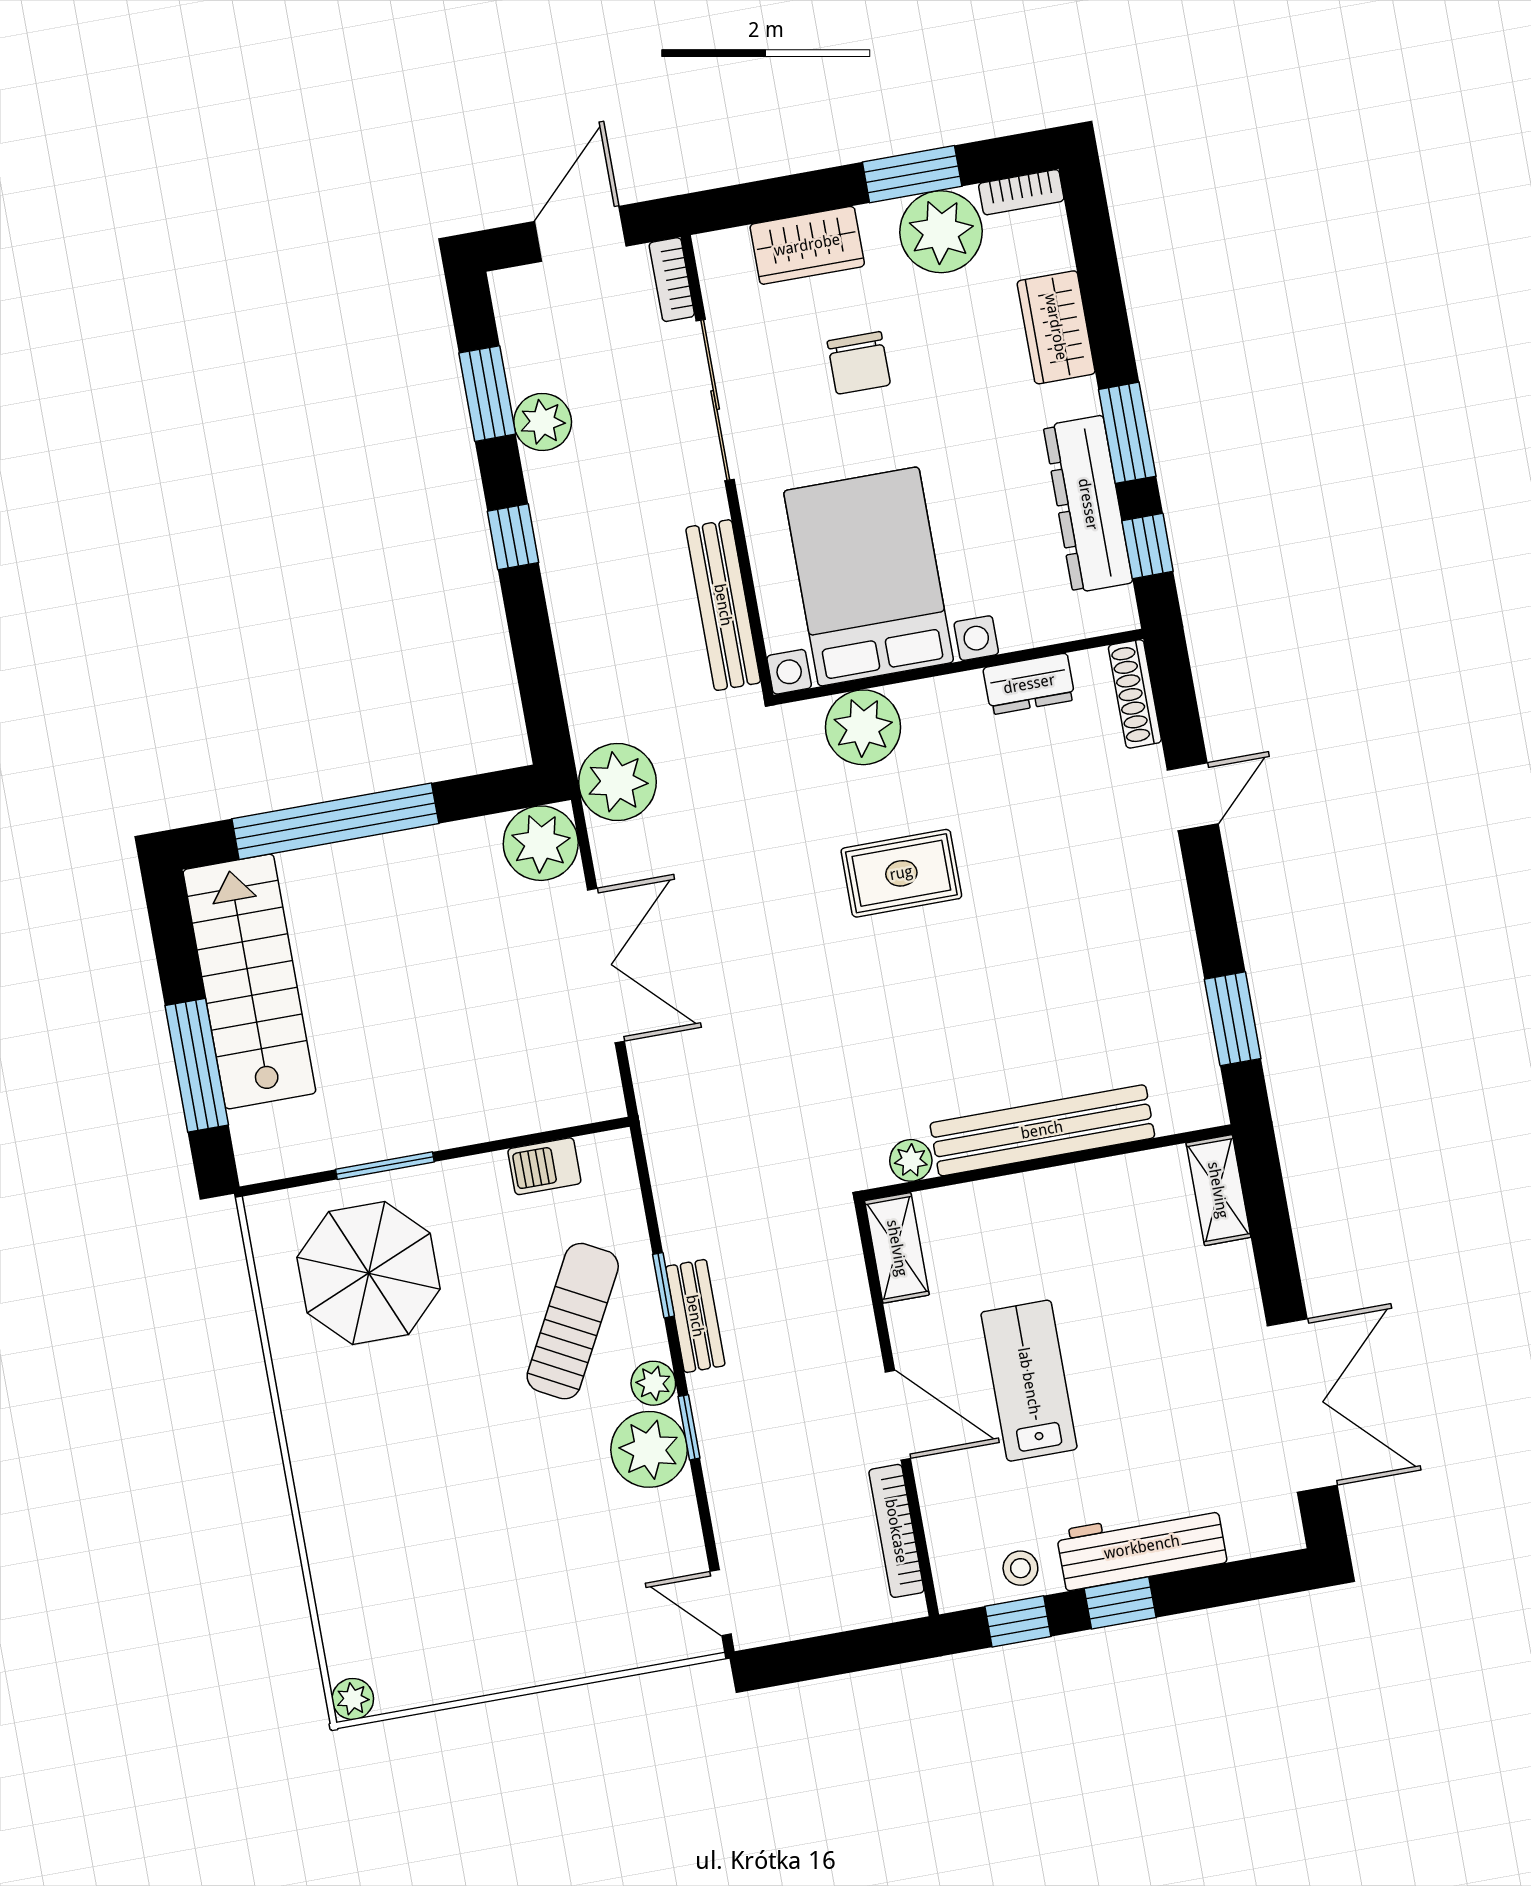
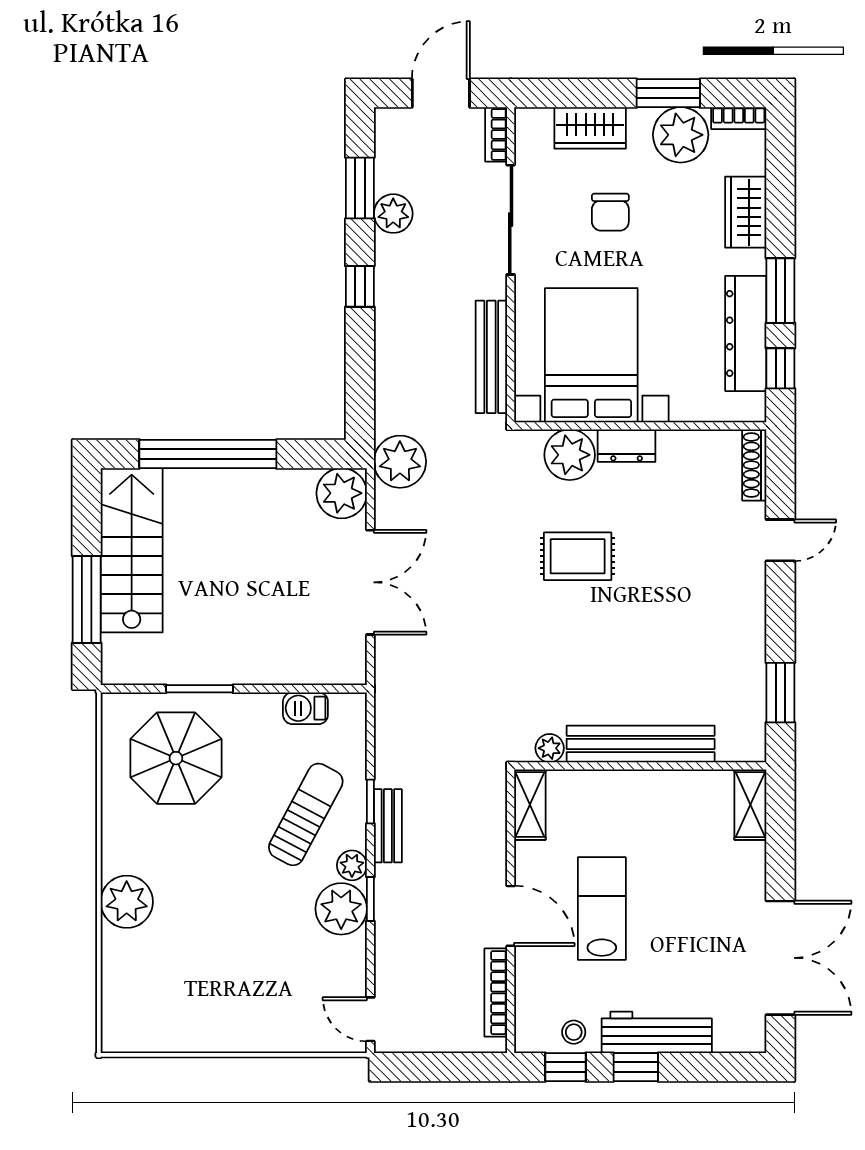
dresser: (1029, 684) -> (627, 446), moved
plant: (353, 1699) -> (127, 902), moved, width x1.88, depth x1.88

